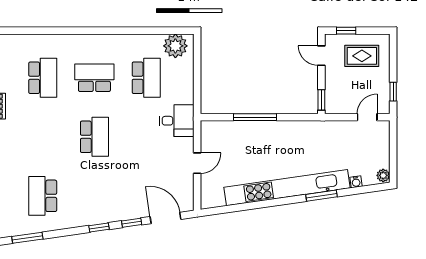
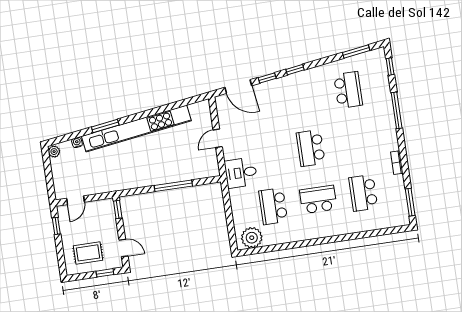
school desk: (94, 78) -> (318, 200), turned 180

